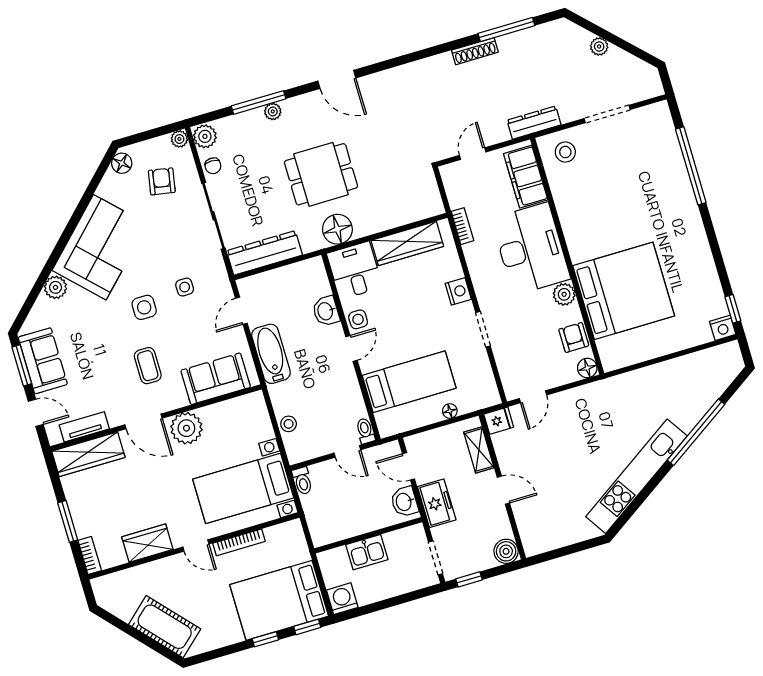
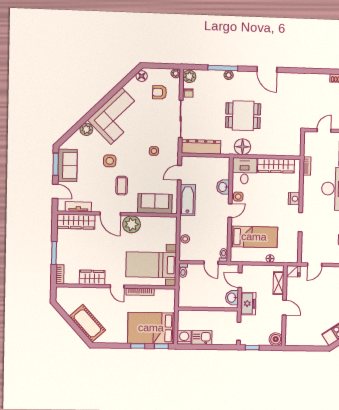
armchair: (162, 181) -> (159, 92), turned -100
side table: (144, 307) -> (110, 161), moved
kitchen sink: (367, 552) -> (202, 337), moved, turned 180

